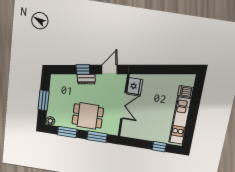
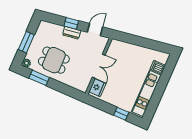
fridge: (135, 86) -> (97, 88), moved
dining table: (88, 116) -> (54, 60), moved
window: (97, 137) -> (66, 90), removed

